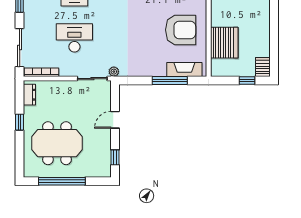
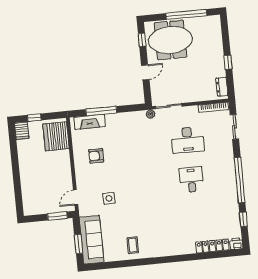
armchair: (181, 30) -> (96, 156), width x0.53, depth x0.53
server rack: (224, 43) -> (56, 136), moved
sliding door: (20, 48) -> (234, 127), width x0.73
meeting table: (57, 143) -> (170, 40), moved

